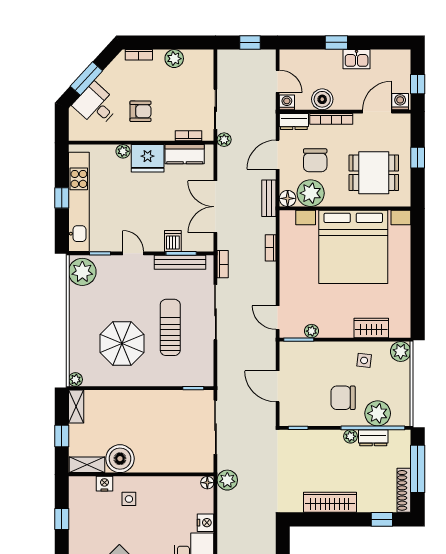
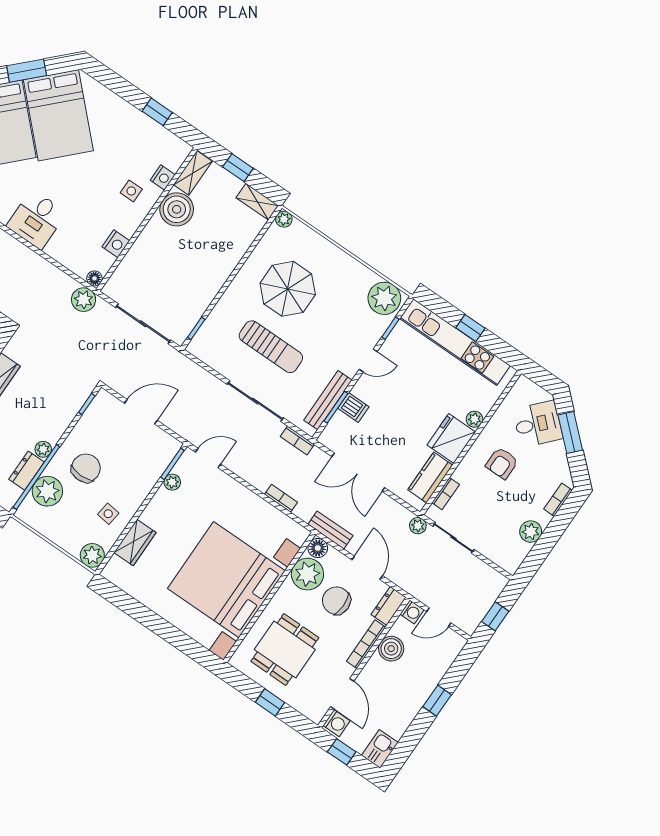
kitchen sink: (357, 59) -> (380, 749), moved
double door: (215, 207) -> (358, 472), swing flipped
nightstand: (206, 523) -> (116, 244), moved, turned -90

